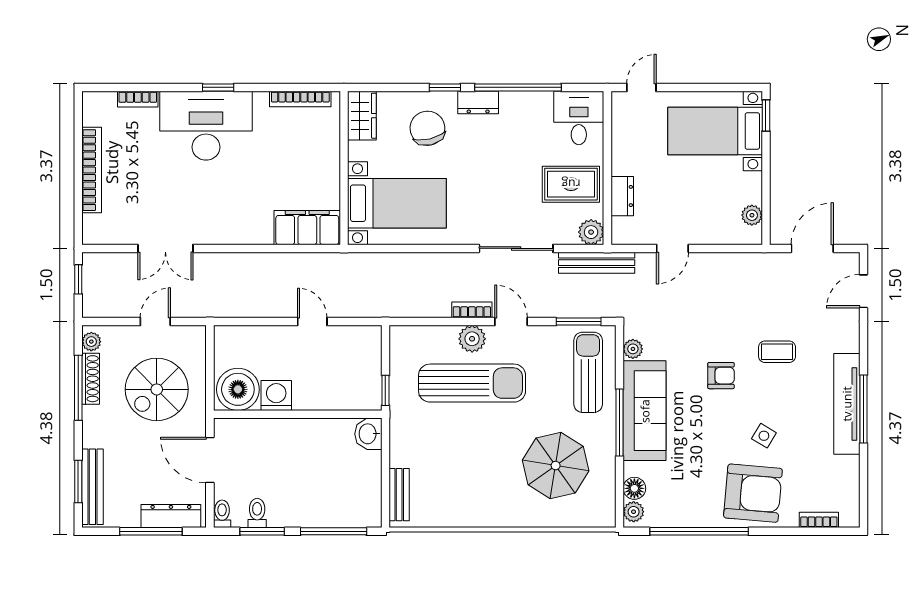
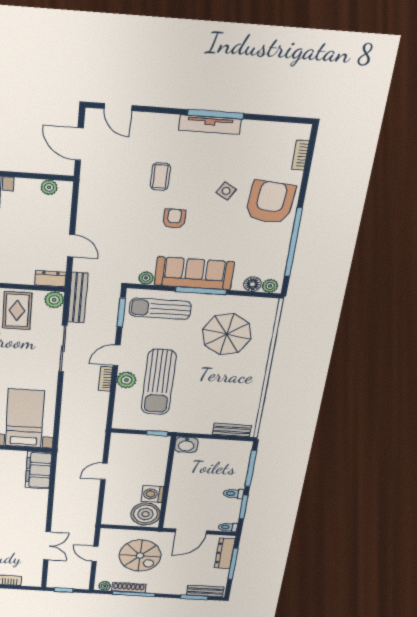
dresser: (622, 196) -> (50, 279), moved
sun lounger: (472, 383) -> (159, 382), turned 180
tv unit: (847, 404) -> (210, 125), width x0.73, depth x0.78
bench: (92, 487) -> (205, 591), width x0.73
toilet: (257, 513) -> (233, 494), moved

